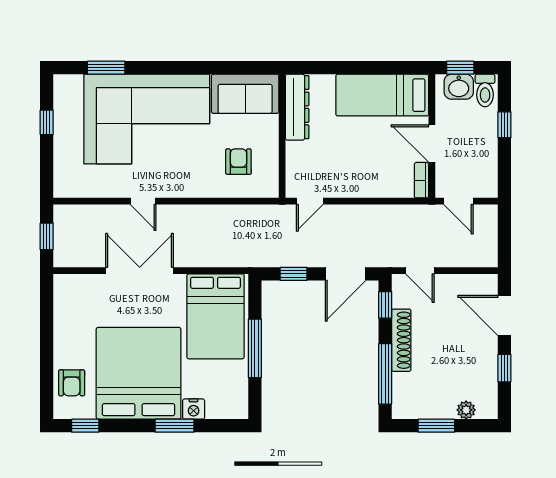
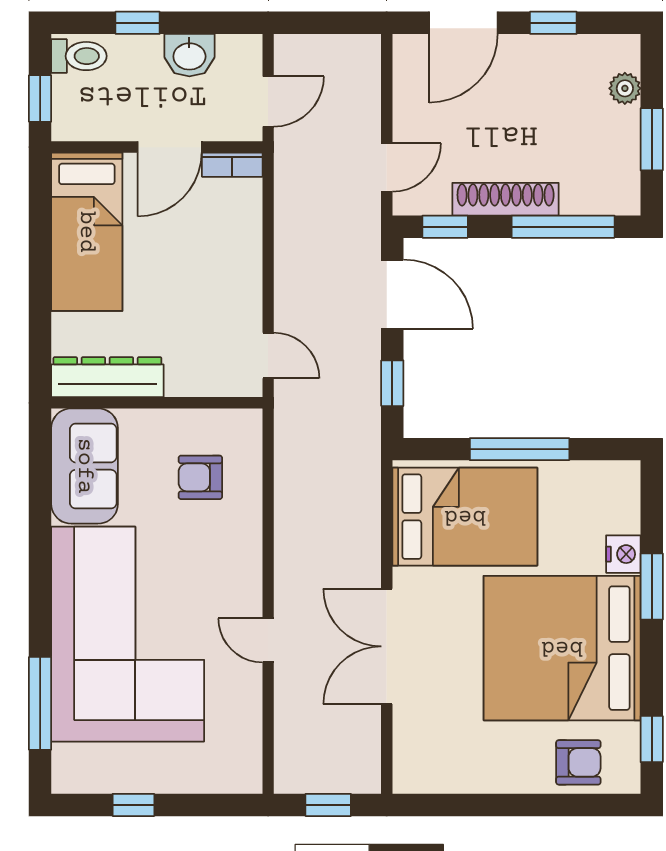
window: (106, 68) -> (40, 703), width x1.44
washbasin: (459, 87) -> (189, 55), moved, turned 90
door: (143, 201) -> (268, 640), swing flipped

